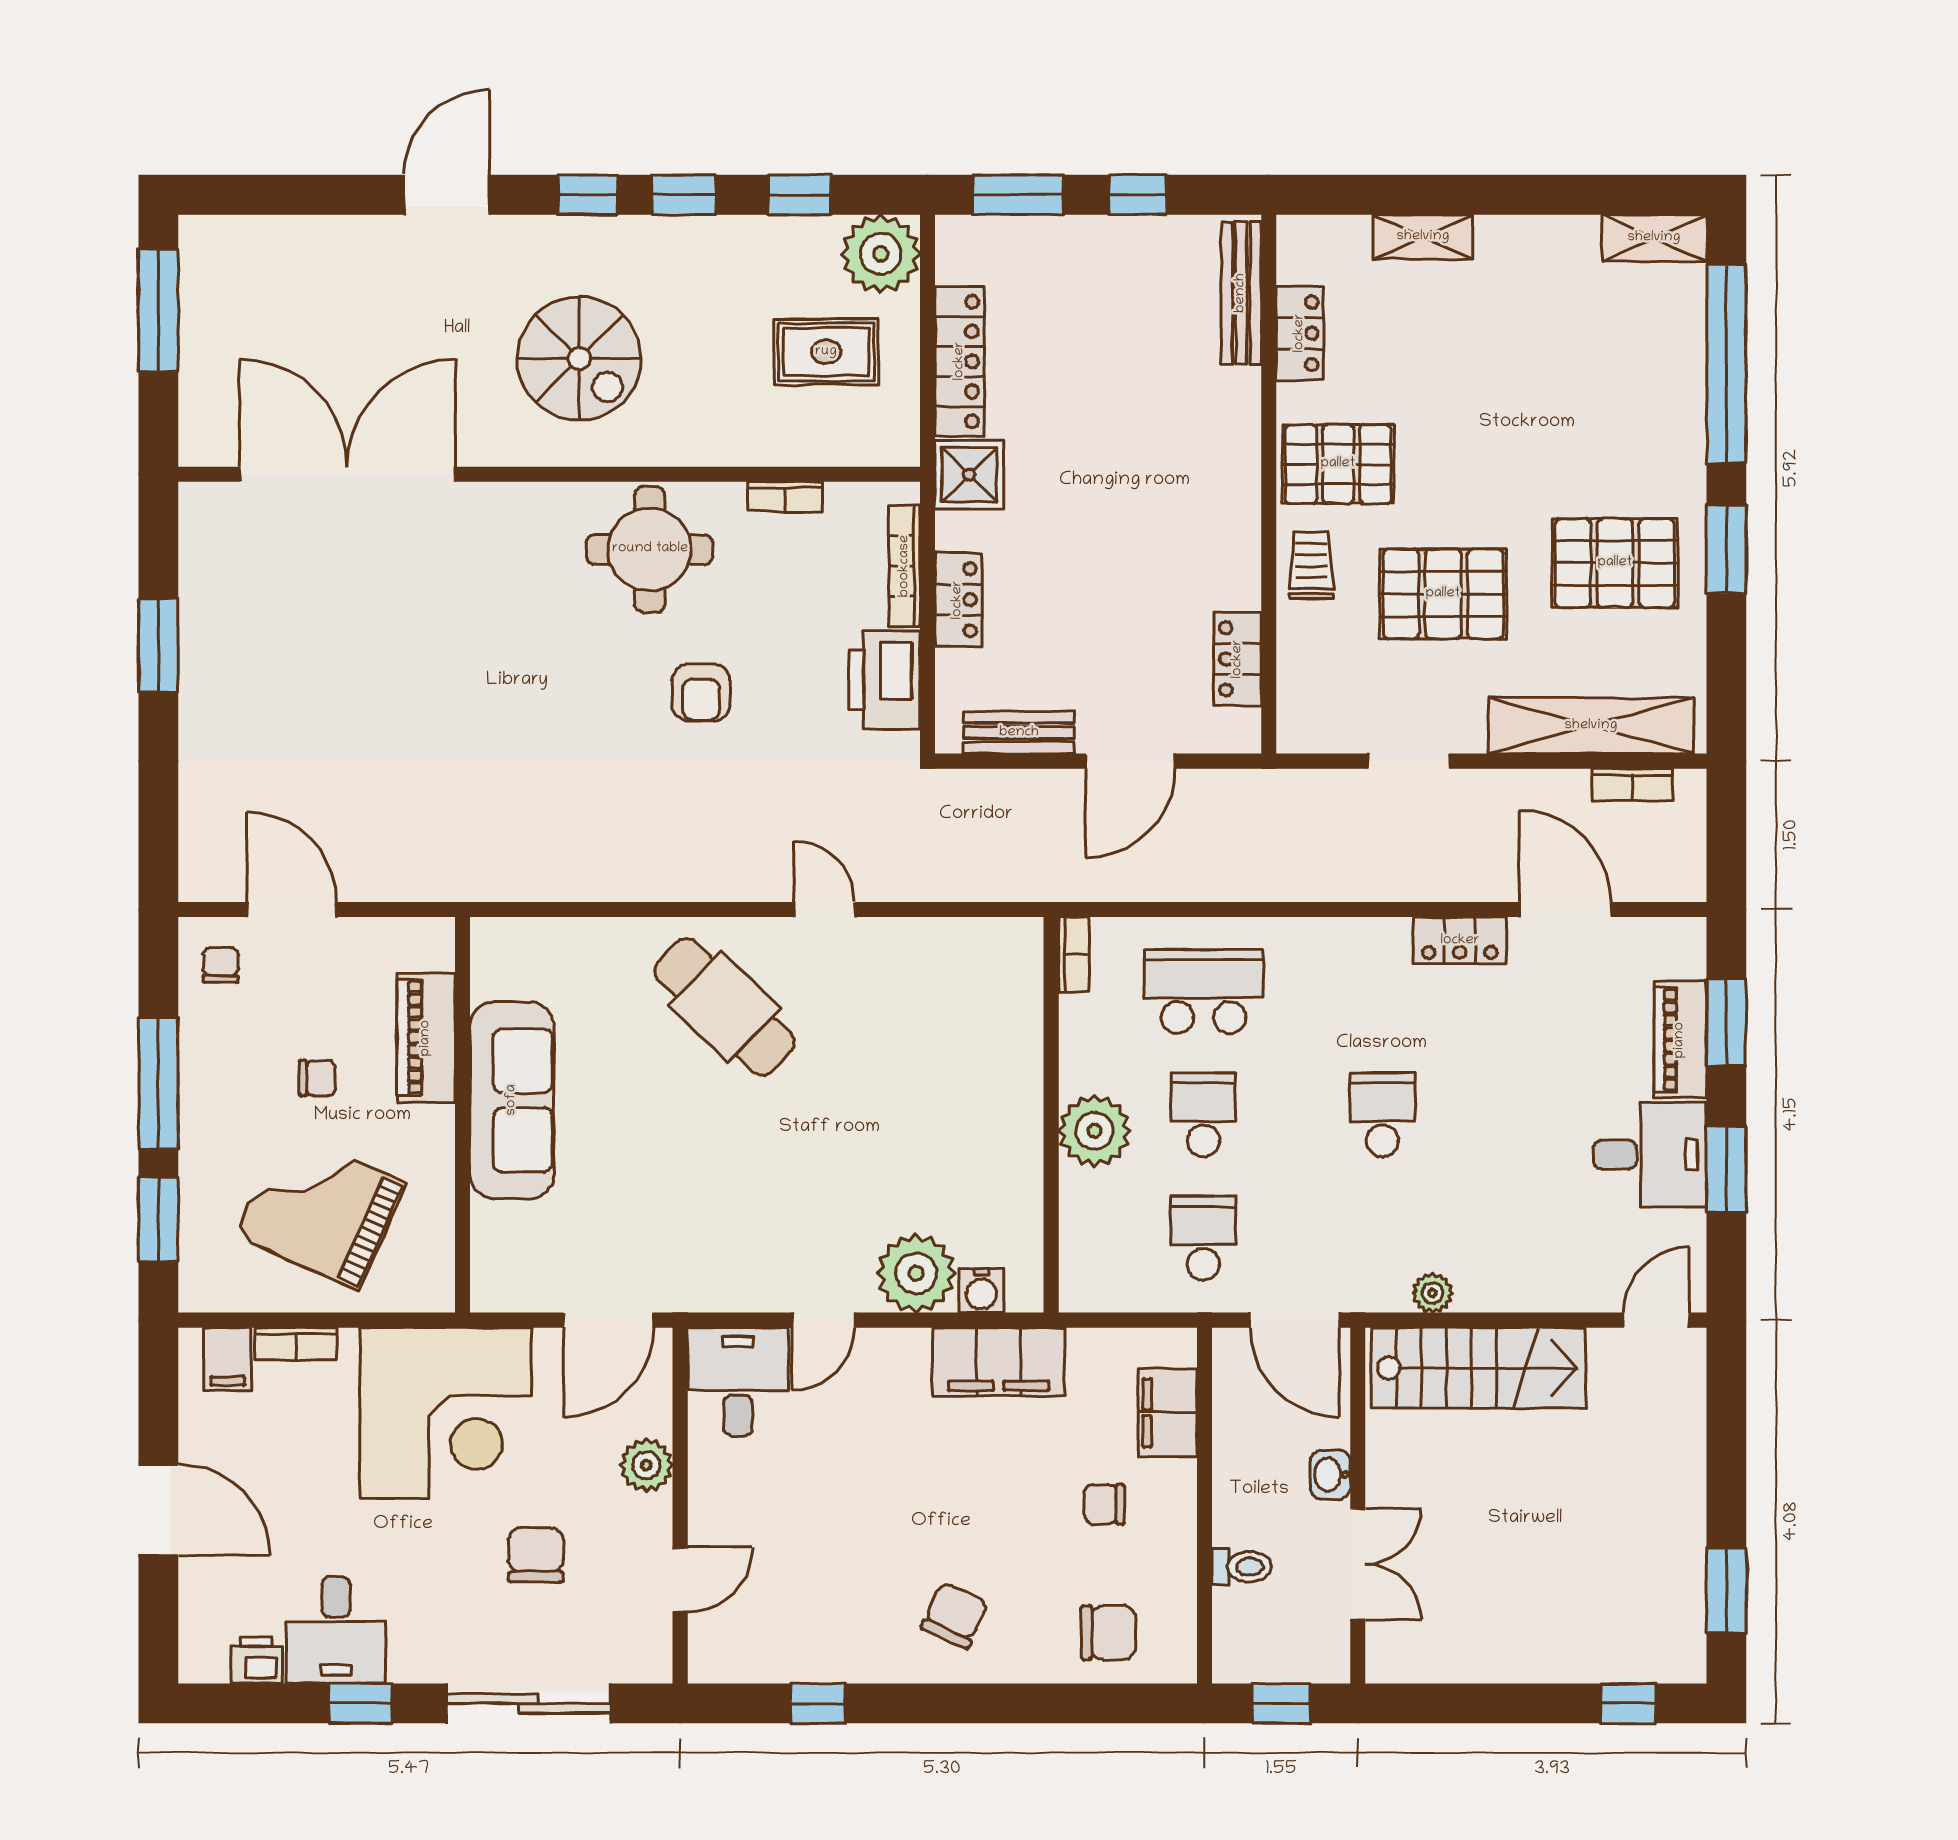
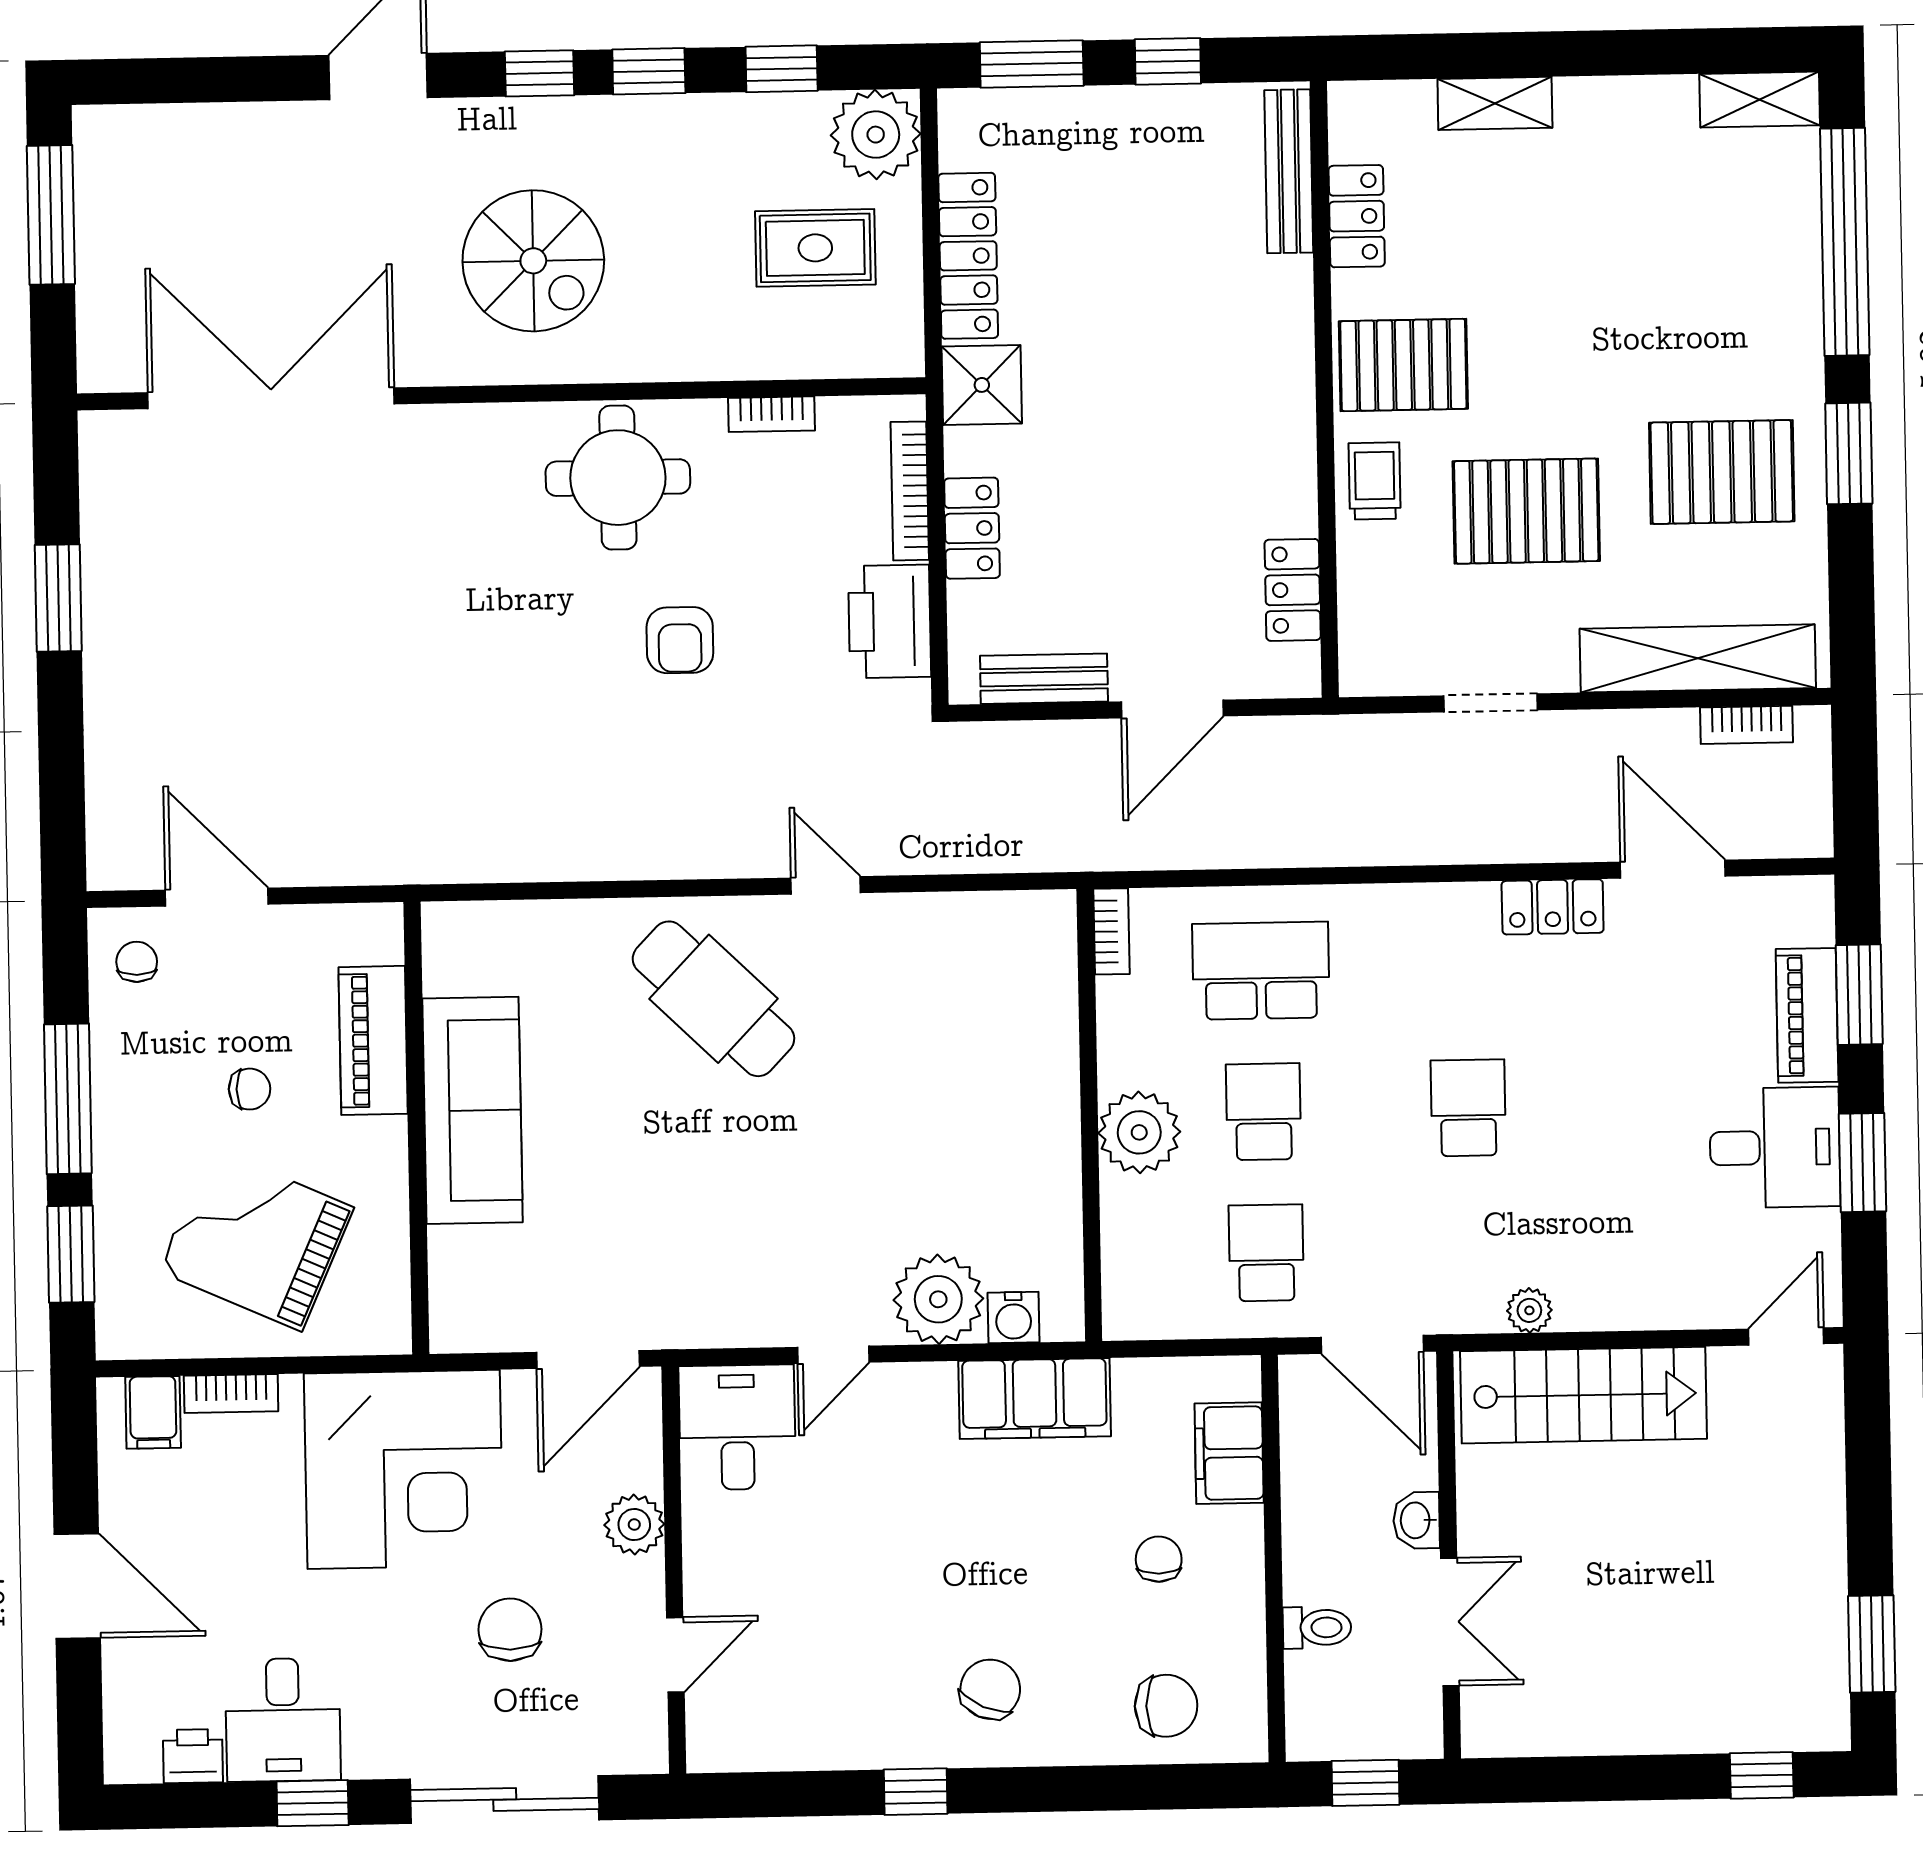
chair: (1104, 1504) -> (1159, 1559), turned 90
window: (818, 1703) -> (916, 1792), moved

